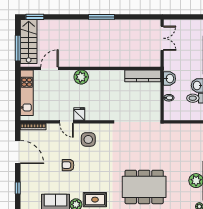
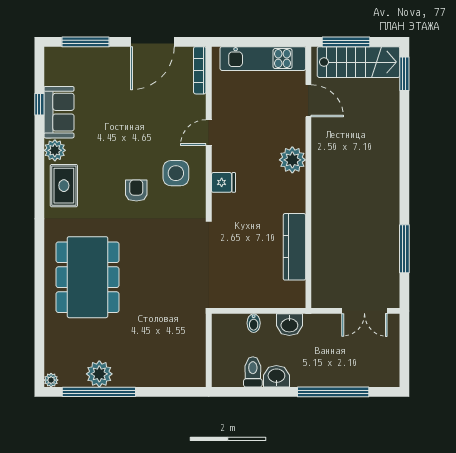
window: (101, 17) -> (404, 249), moved
kitchen counter: (143, 76) -> (294, 247), moved
fridge: (79, 114) -> (223, 182), moved
armchair: (68, 165) -> (136, 191), moved
window: (18, 188) -> (86, 42), width x2.17

